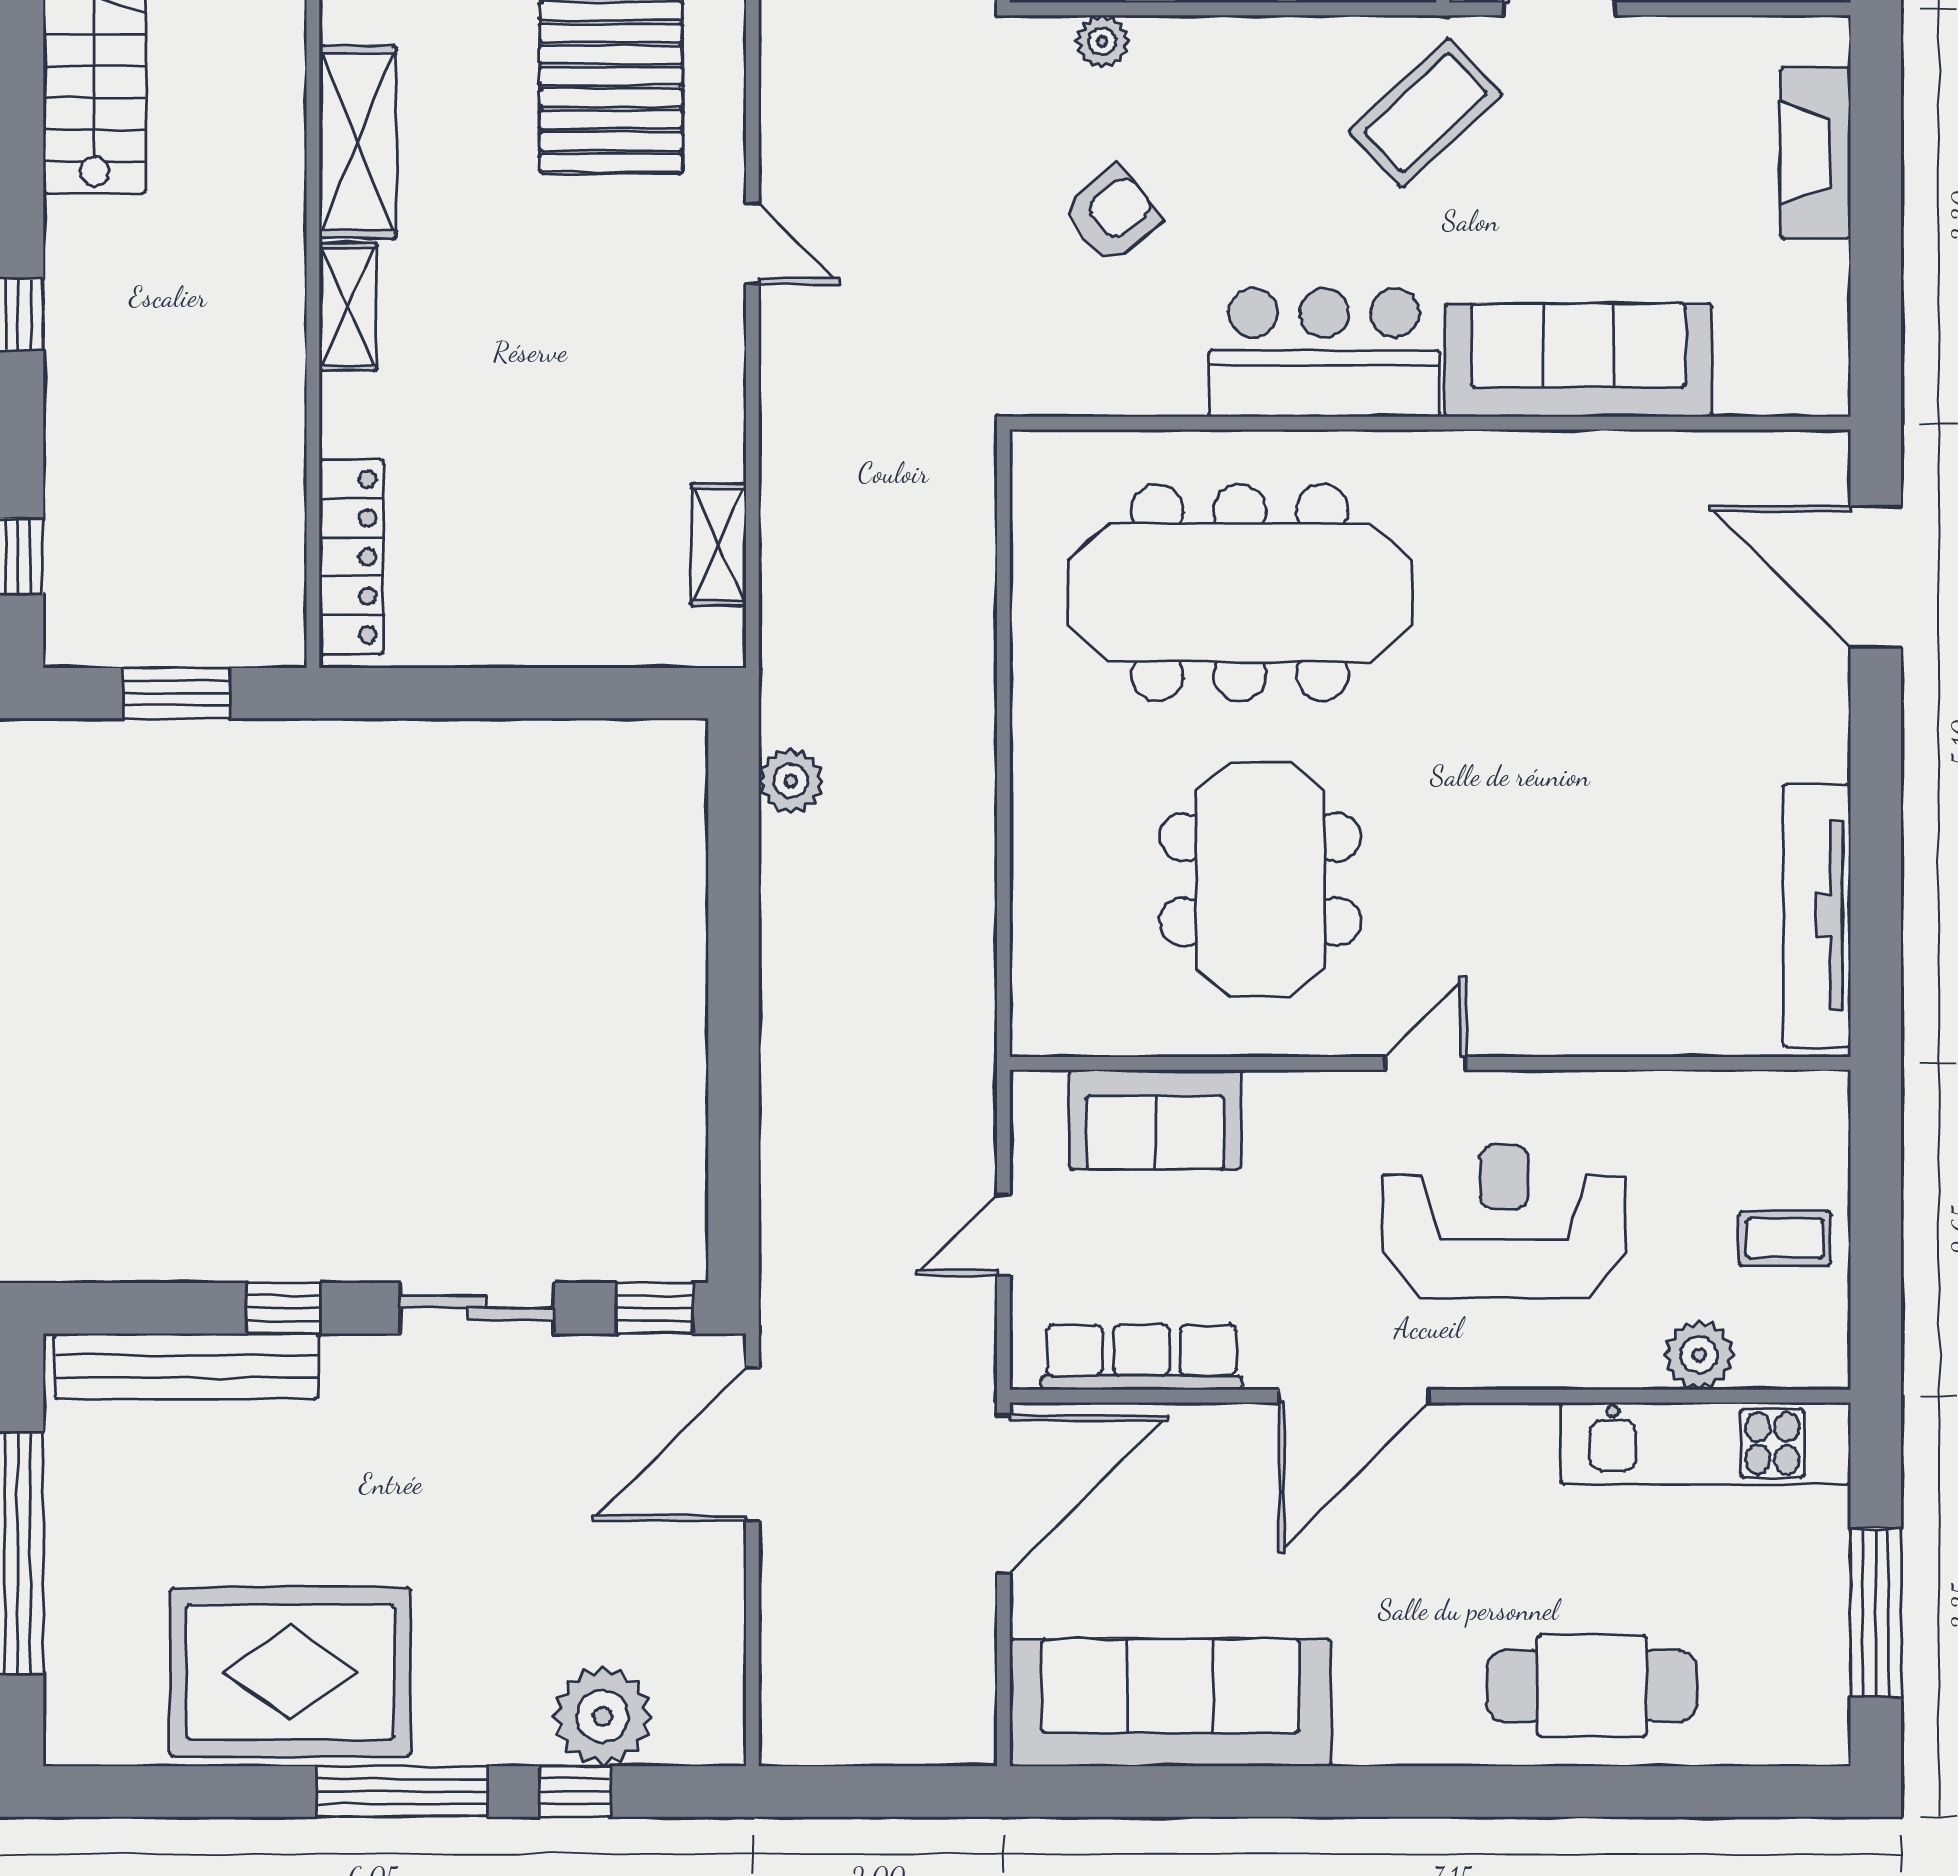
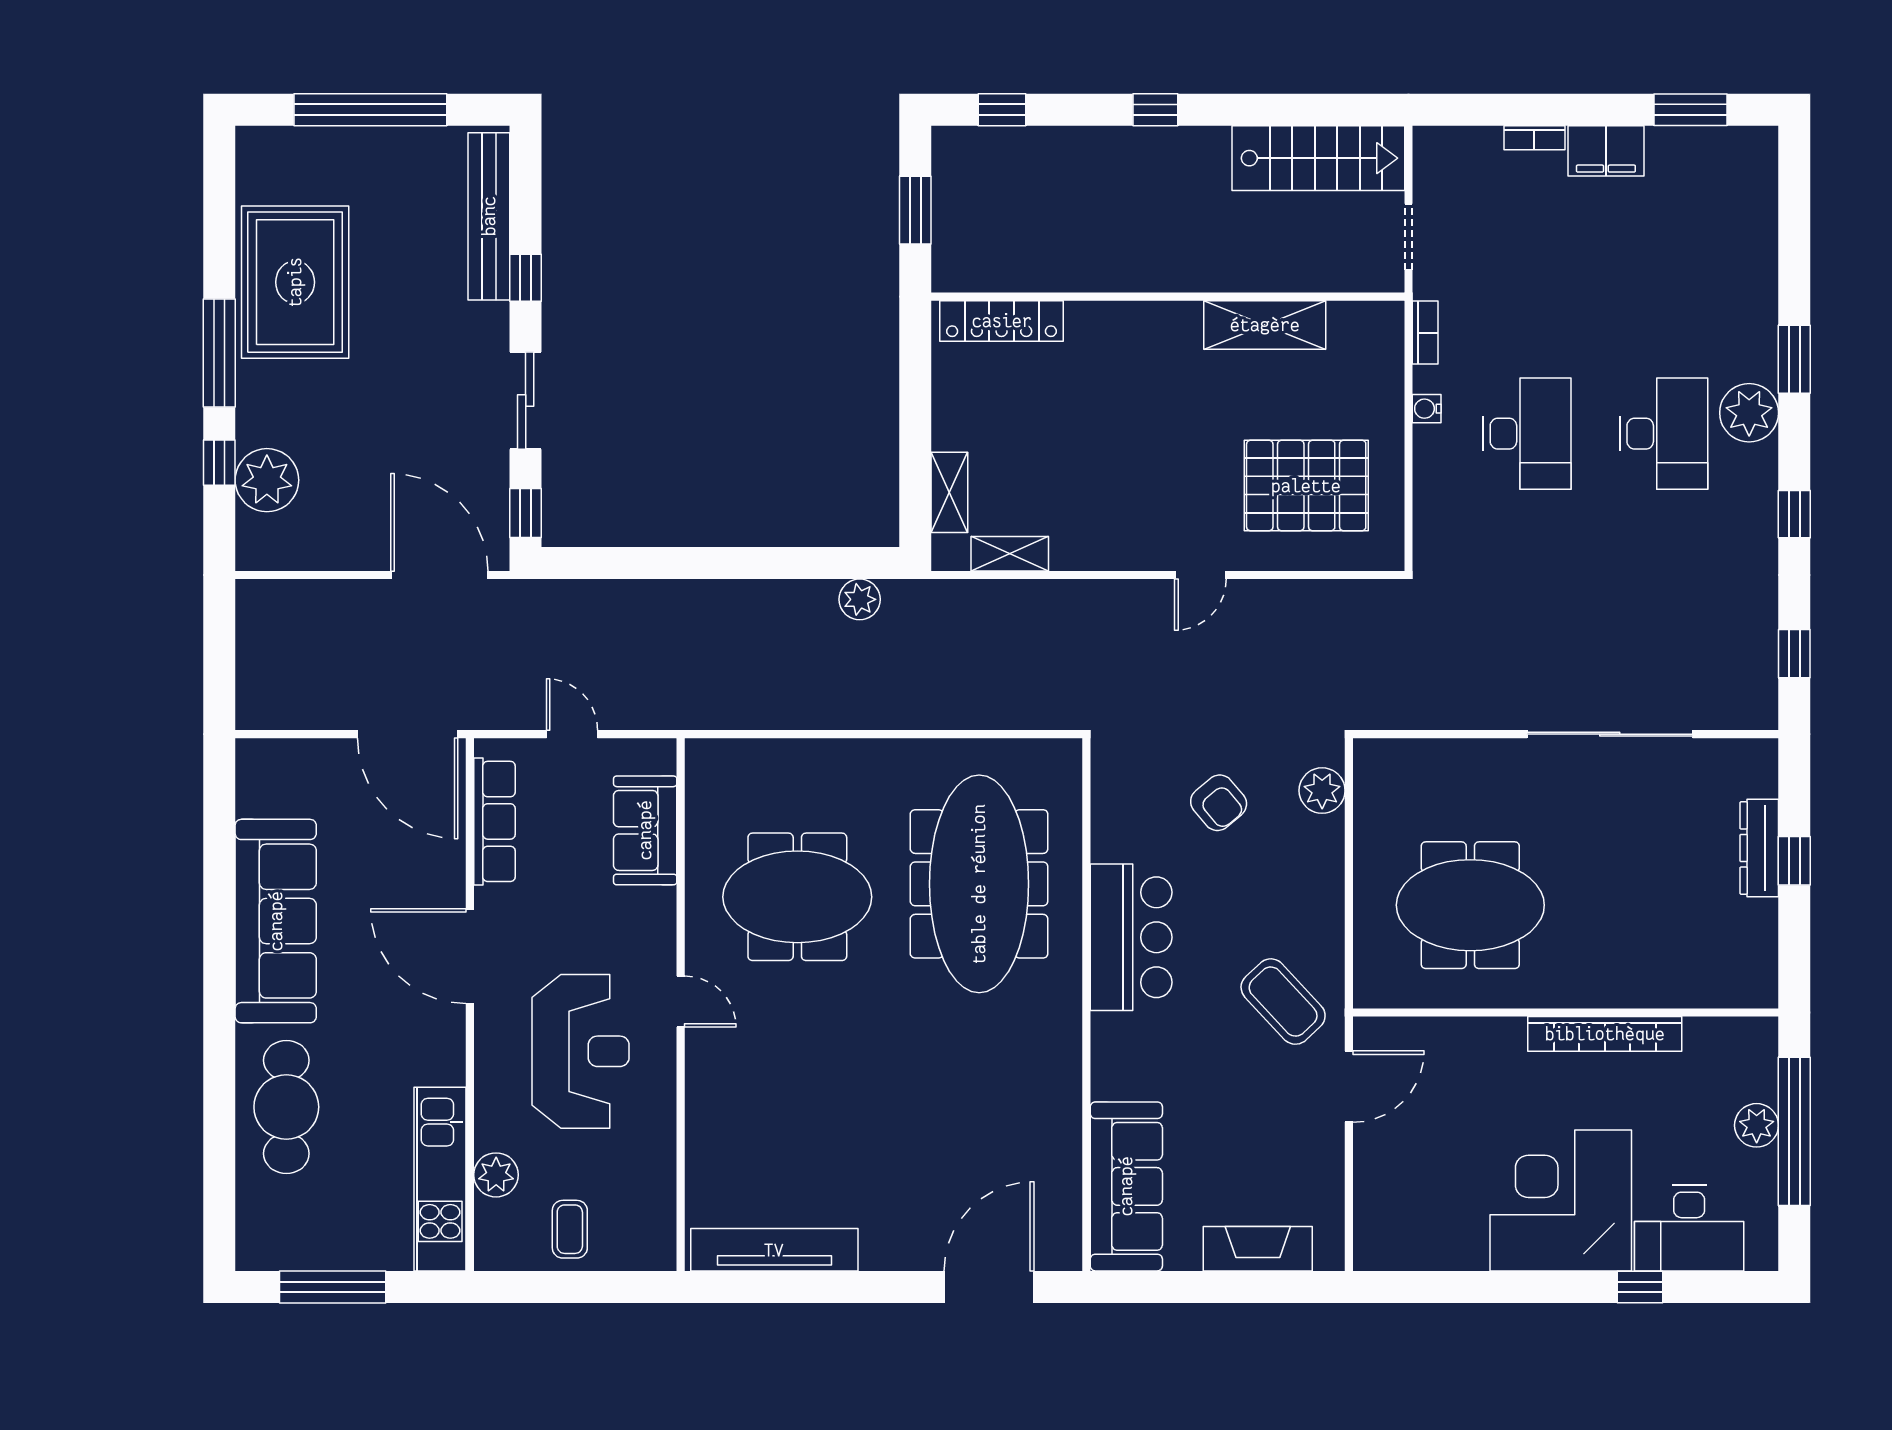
plant: (1102, 41) -> (1322, 791), width x1.38, depth x1.38
shelving: (348, 307) -> (949, 492), moved, turned 90
sofa: (1578, 360) -> (1126, 1186), moved
sofa: (1170, 1703) -> (276, 921), moved

